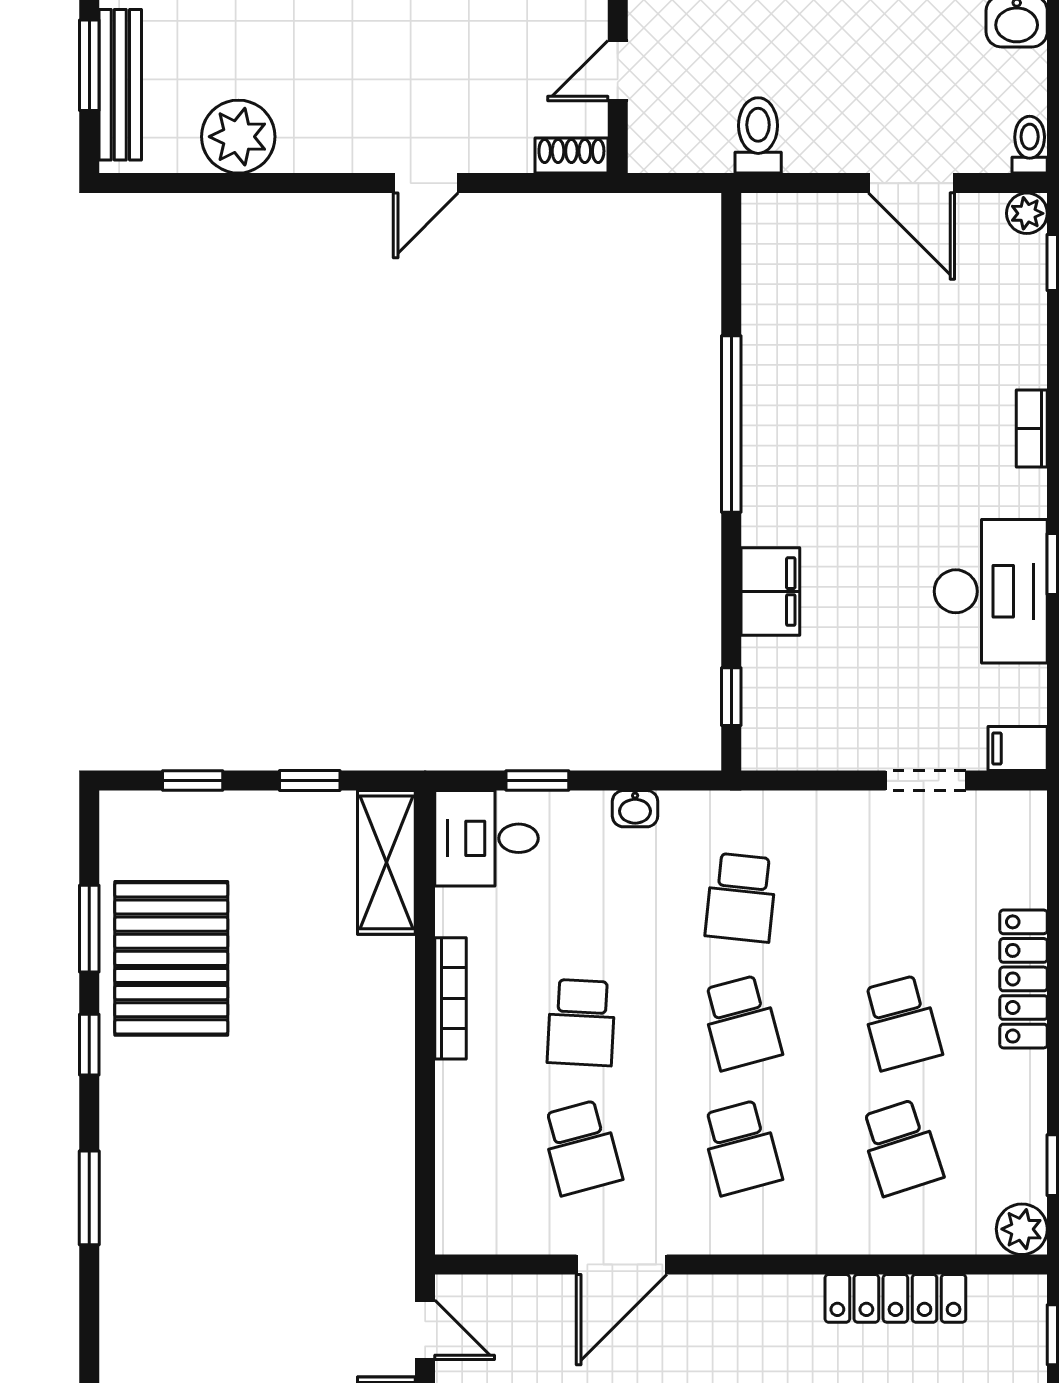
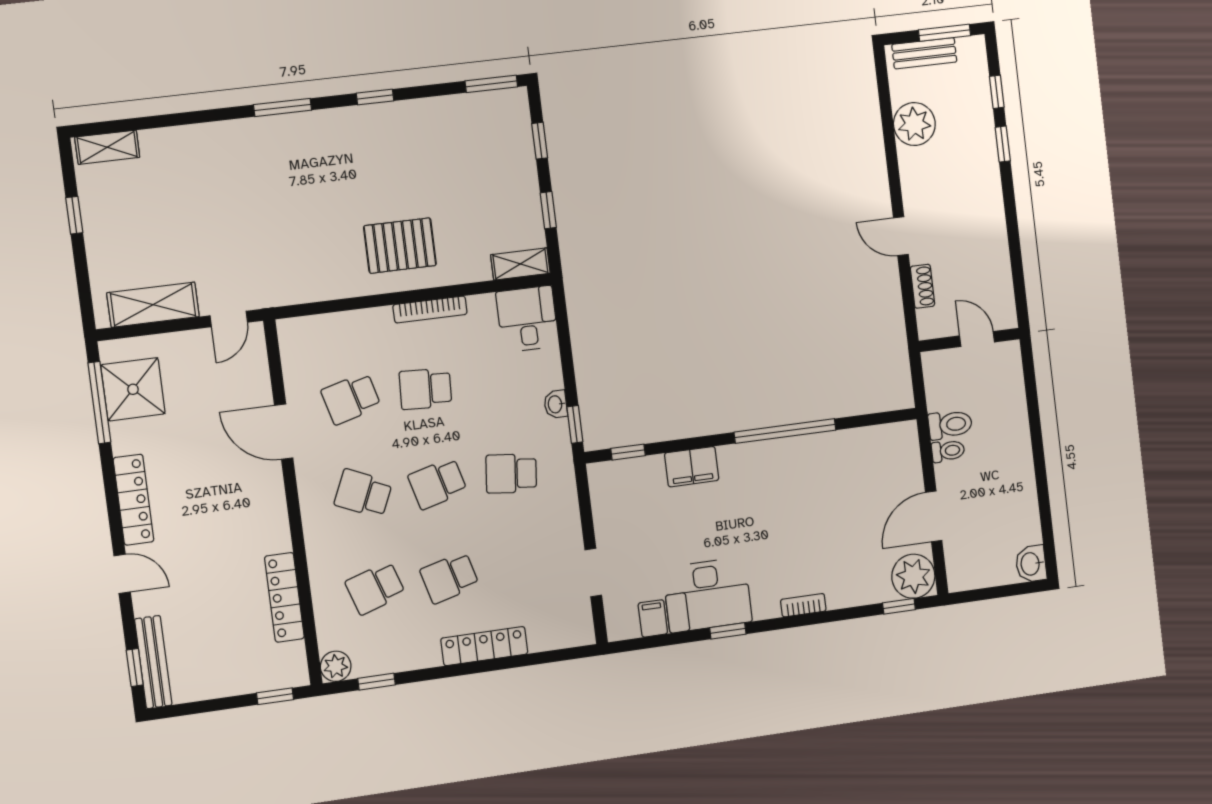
bench: (120, 85) -> (924, 53), width x0.73
toilet: (1030, 145) -> (948, 451), moved
shoe rack: (571, 156) -> (922, 286), moved
plant: (1027, 213) -> (913, 576), width x1.88, depth x1.88
filing cabinet: (1018, 749) -> (653, 618), moved
window: (537, 781) -> (575, 424), moved
shelving: (386, 862) -> (520, 264), width x0.67, depth x0.75
window: (89, 929) -> (491, 84), moved
pallet: (171, 958) -> (400, 246), moved, width x0.73, depth x0.71
school desk: (741, 1147) -> (363, 493), turned 39

